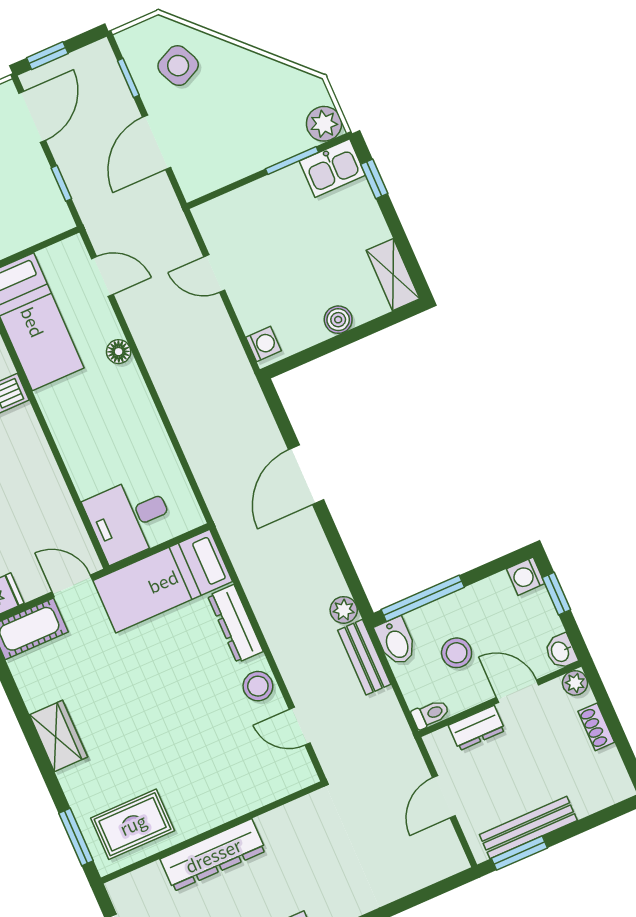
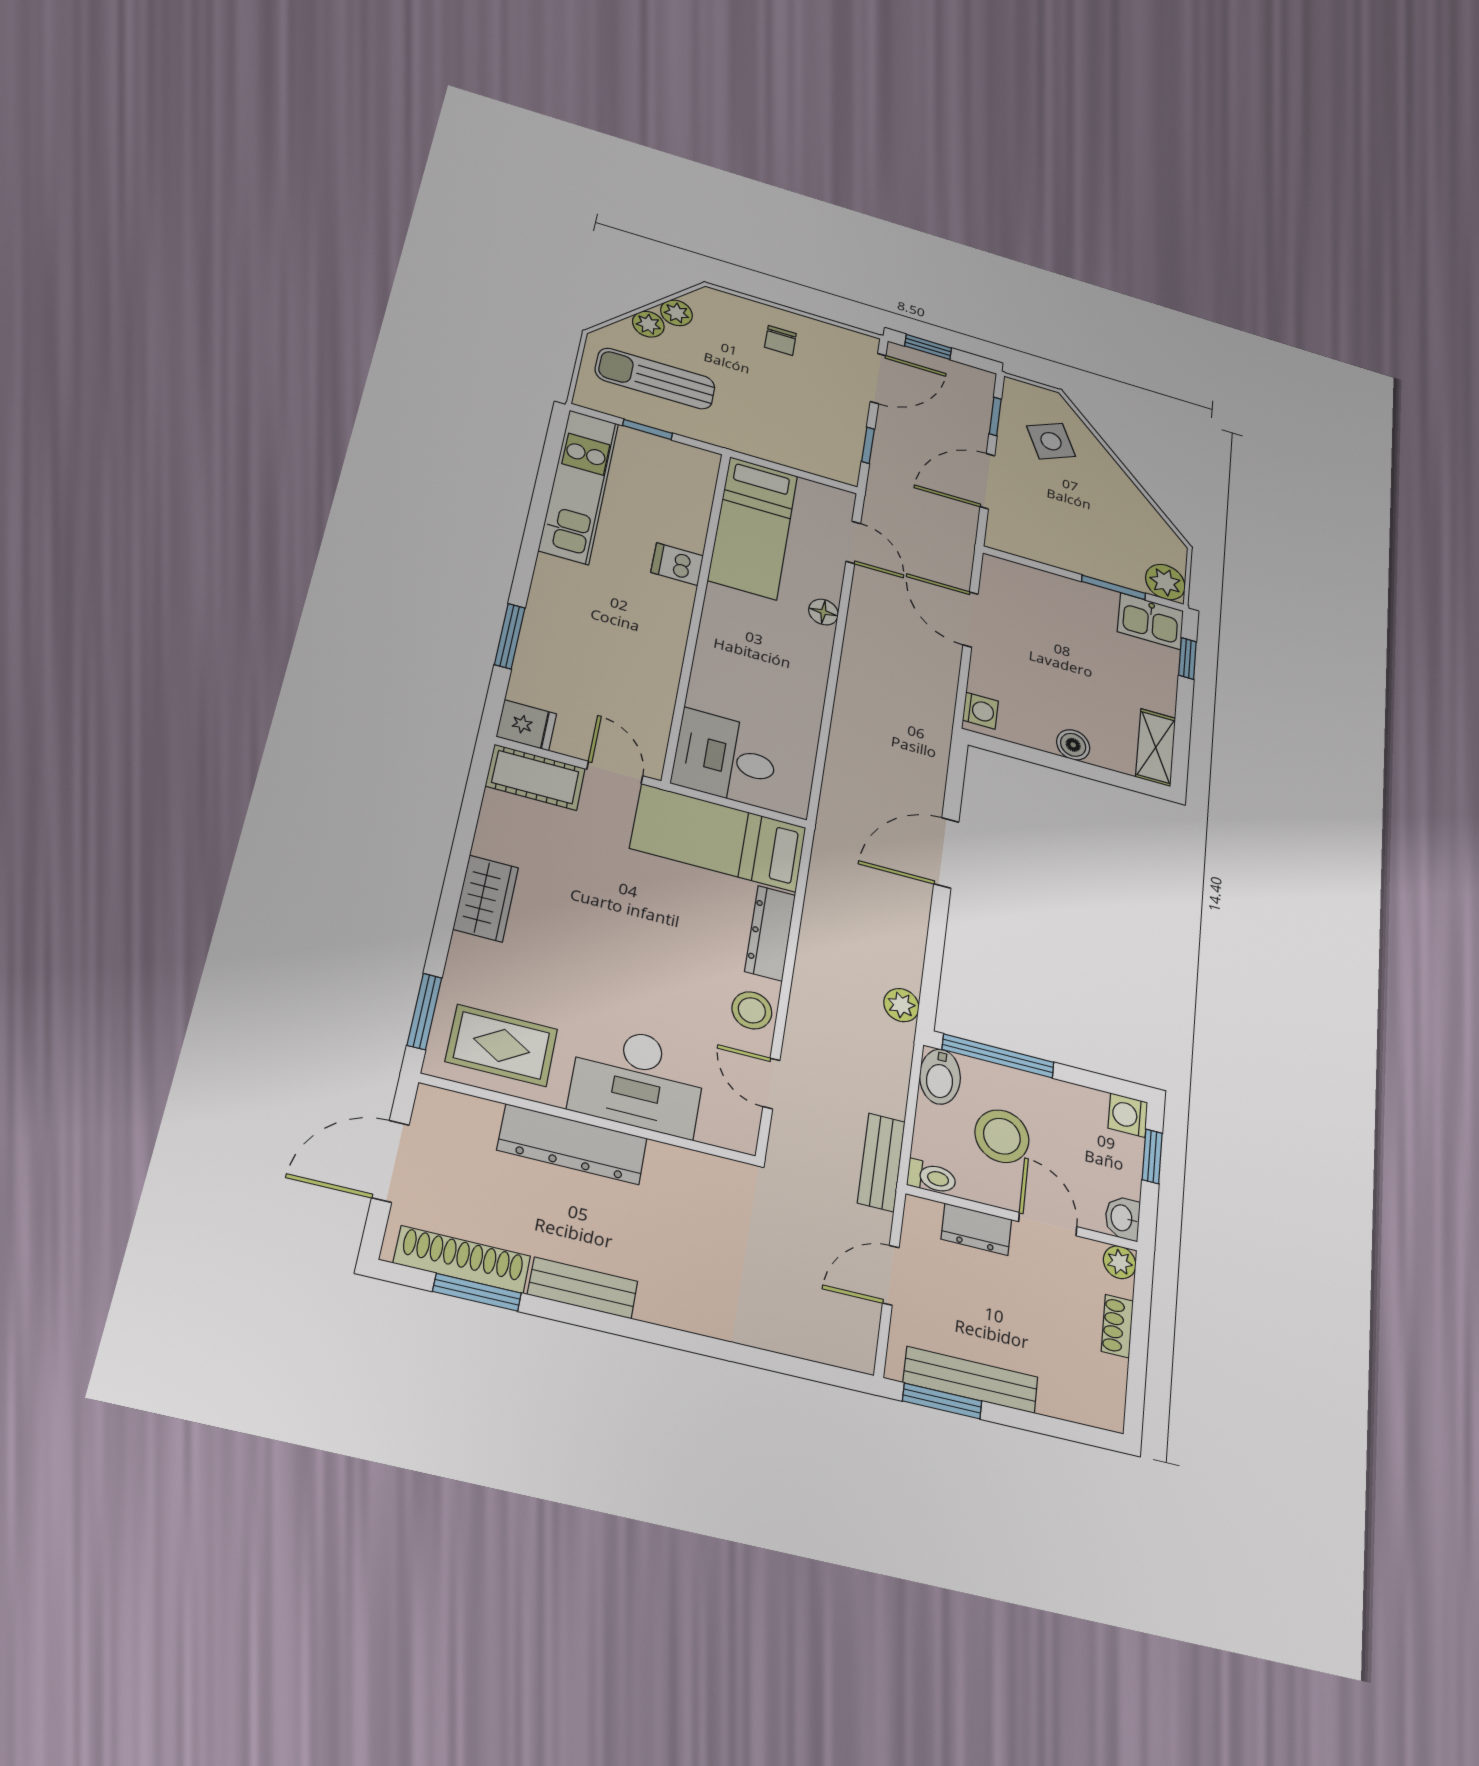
door: (214, 274) -> (971, 619), width x1.37
stool: (457, 653) -> (1002, 1136), width x1.38, depth x1.38
bench: (364, 657) -> (881, 1162), moved
desk: (222, 785) -> (638, 1080), added

